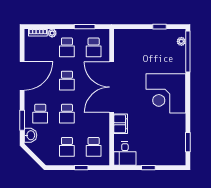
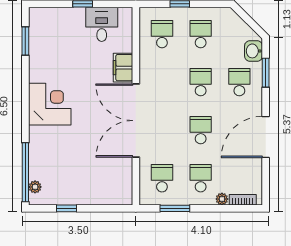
double door: (112, 87) -> (136, 121), swing flipped
corner desk: (166, 93) -> (50, 104), width x0.74, depth x0.74
desk: (125, 154) -> (102, 24), moved

